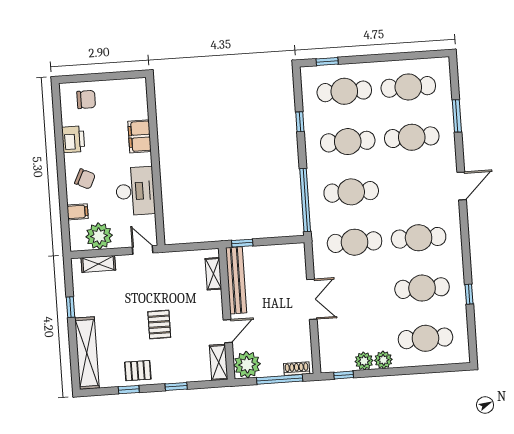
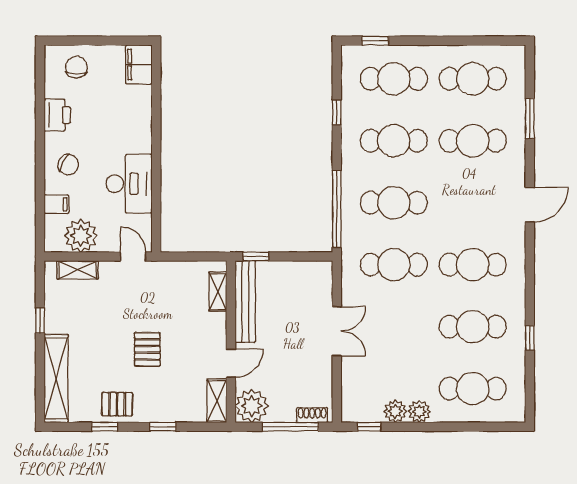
chair: (86, 99) -> (76, 67), turned -90
filing cabinet: (140, 136) -> (139, 65), moved

